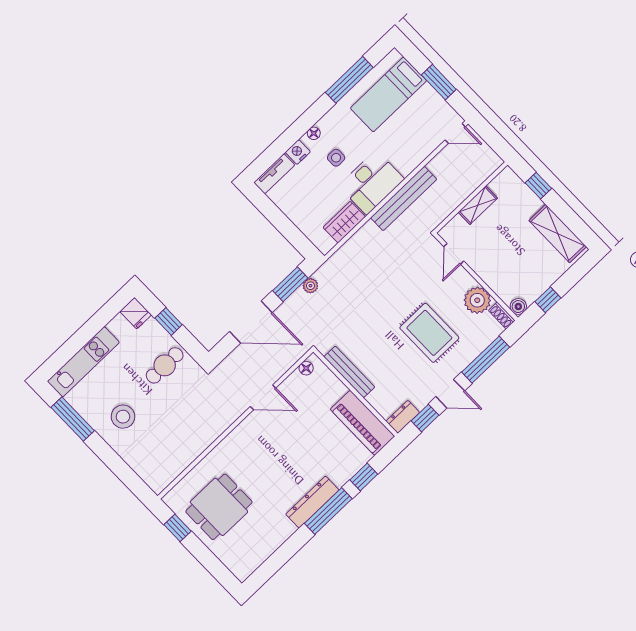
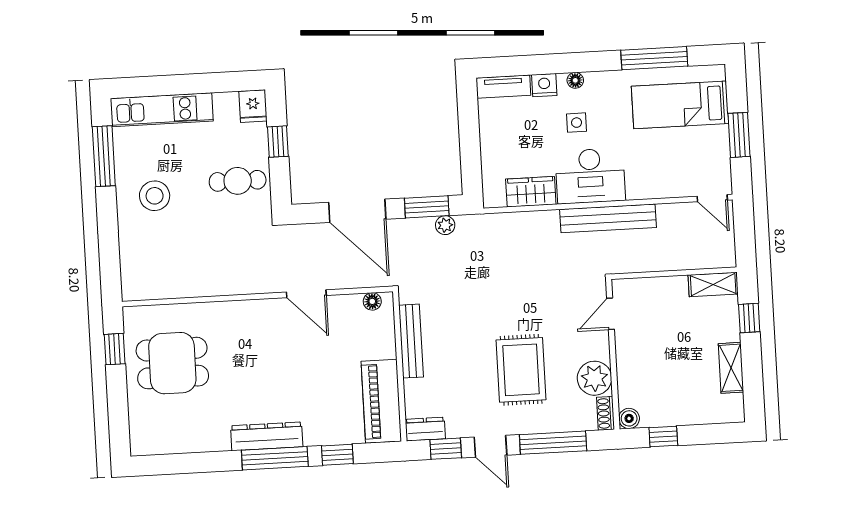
shelving: (478, 205) -> (713, 284), moved
shelving: (558, 234) -> (731, 368), width x0.67, depth x0.75

